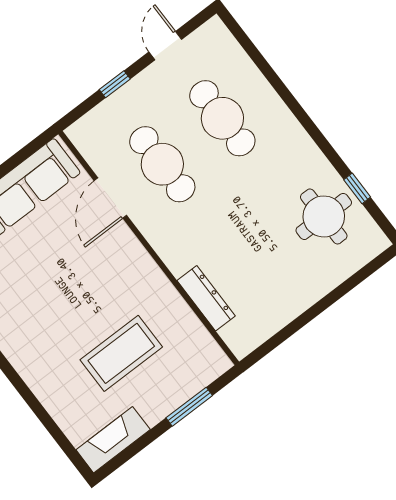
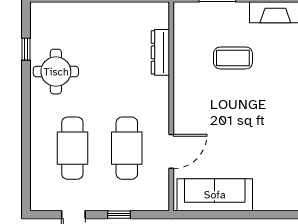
round table: (324, 216) -> (56, 72), moved
coffee table: (121, 353) -> (233, 58), width x0.73, depth x0.76

